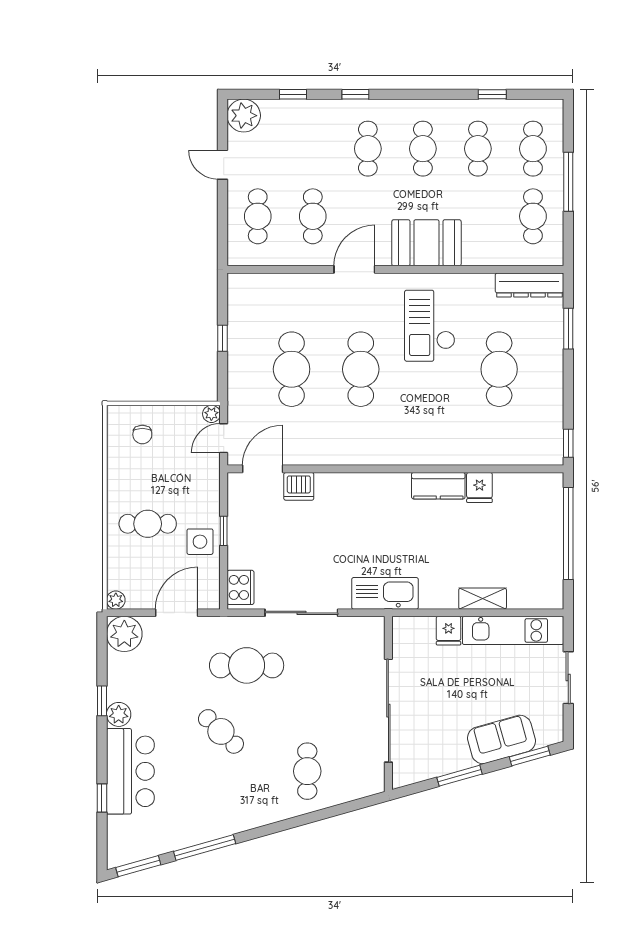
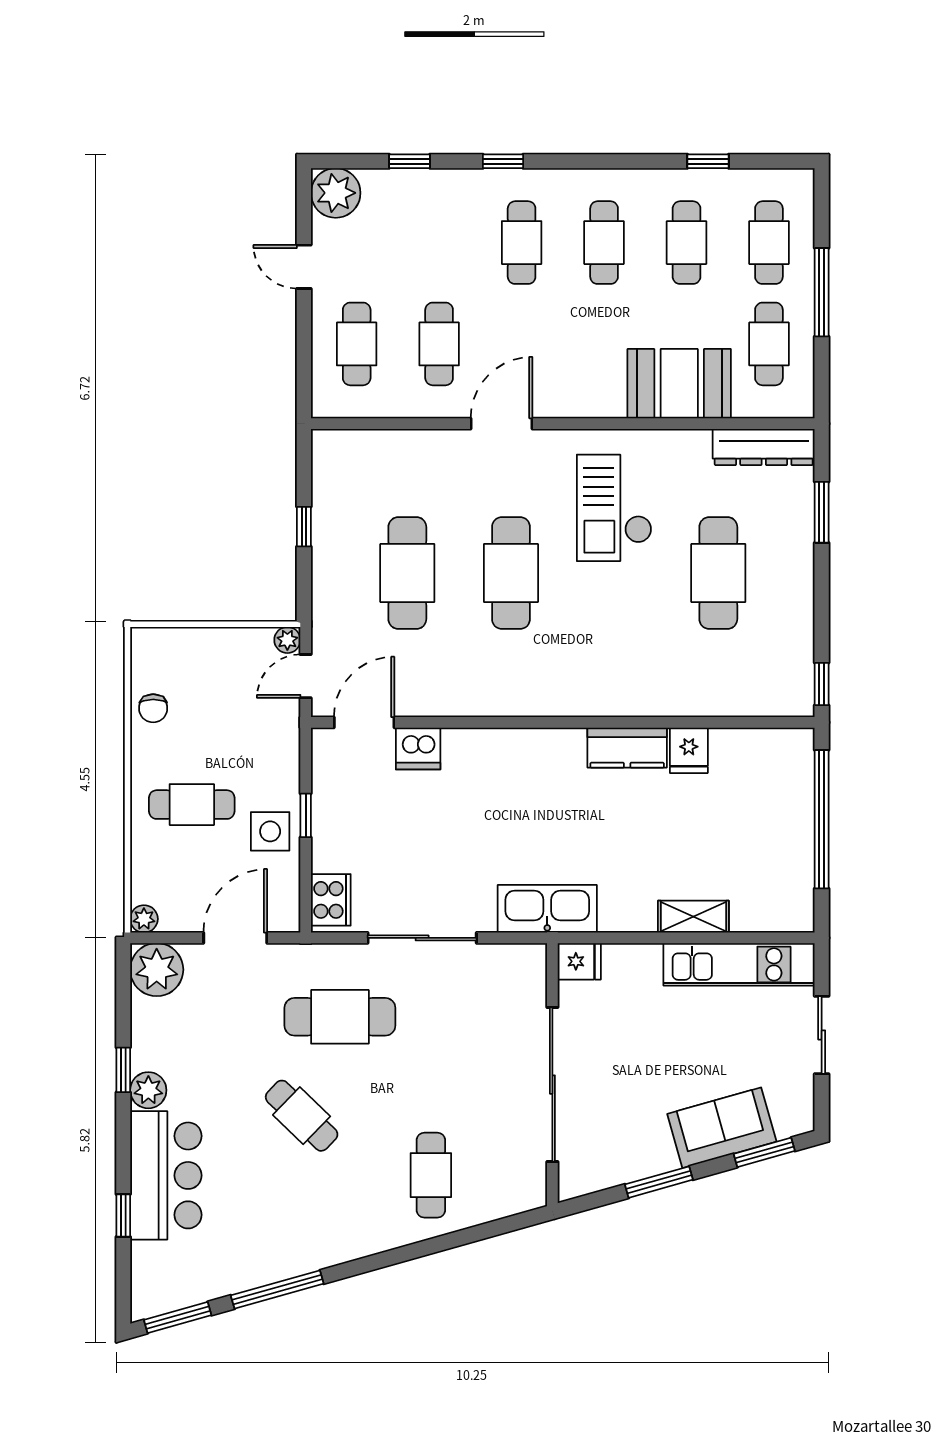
booth: (426, 243) -> (679, 384), moved
chair: (142, 434) -> (153, 708), moved
fridge: (449, 631) -> (579, 961), moved, turned -90

